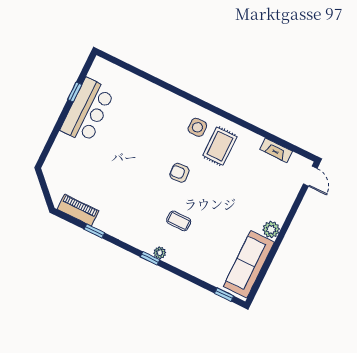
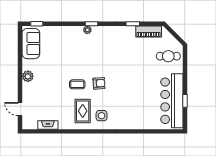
bar counter: (88, 111) -> (172, 101), width x1.36
cafe table: (68, 164) -> (168, 56), added
door: (310, 176) -> (20, 109), moved
coffee table: (179, 221) -> (77, 84), moved
sofa: (249, 264) -> (31, 44), width x0.73

